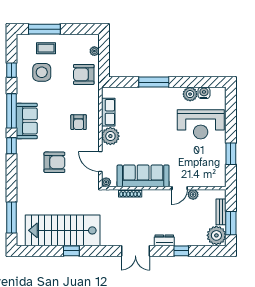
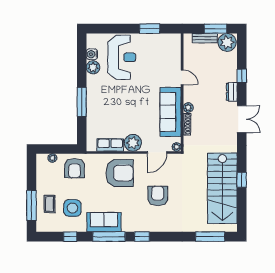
sofa: (27, 121) -> (104, 222), moved
armchair: (79, 122) -> (120, 173), width x1.88, depth x1.88
plant: (193, 194) -> (188, 108), moved

